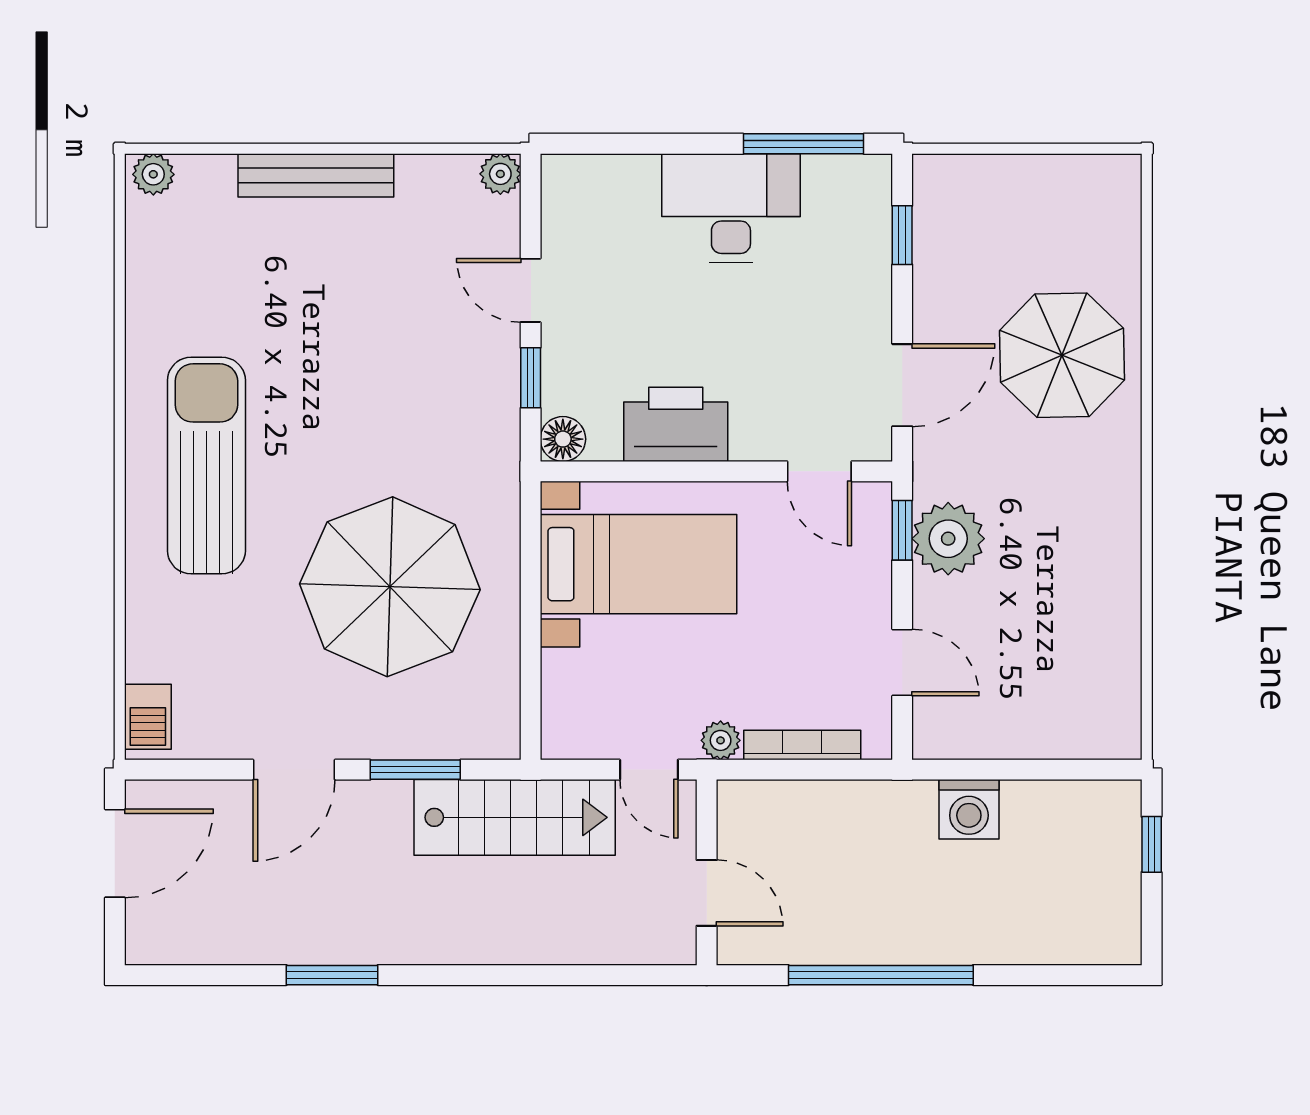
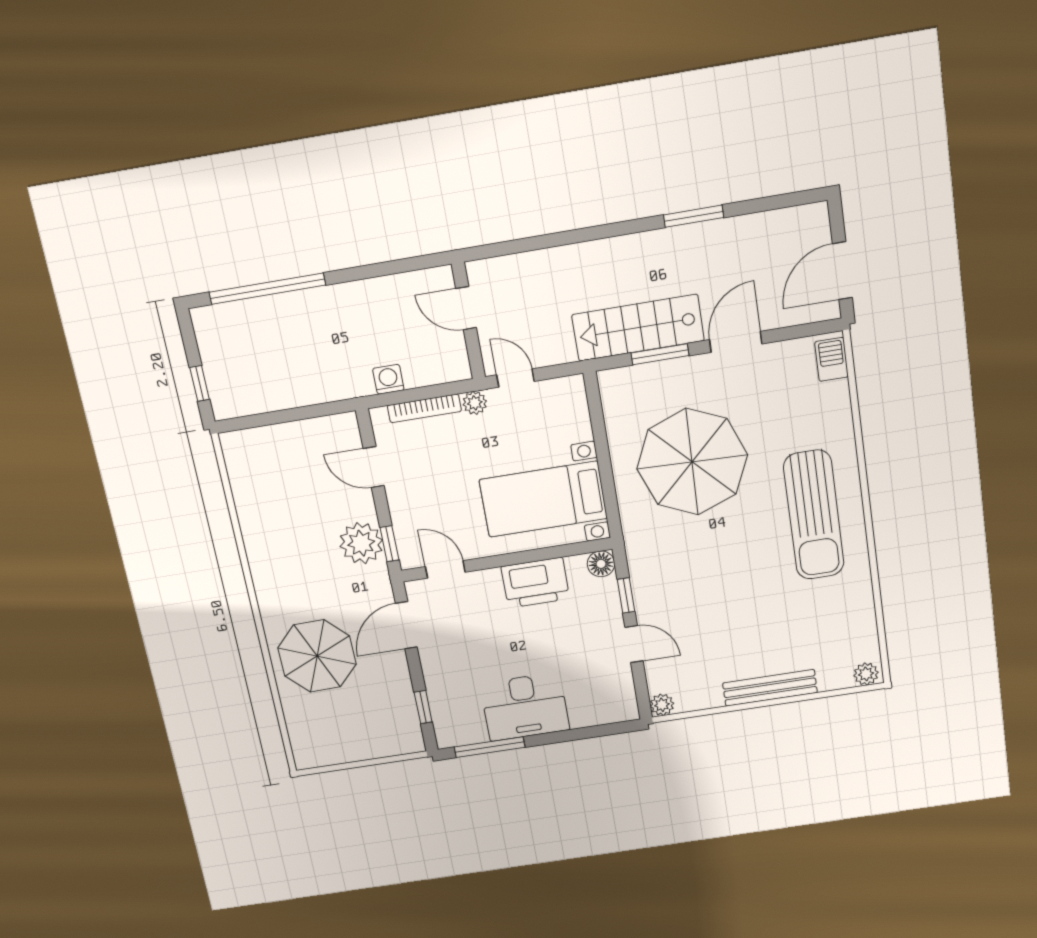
washing machine: (969, 809) -> (388, 379), moved, width x0.73, depth x0.73
stairs: (515, 817) -> (638, 328), moved
window: (881, 975) -> (267, 289), moved

